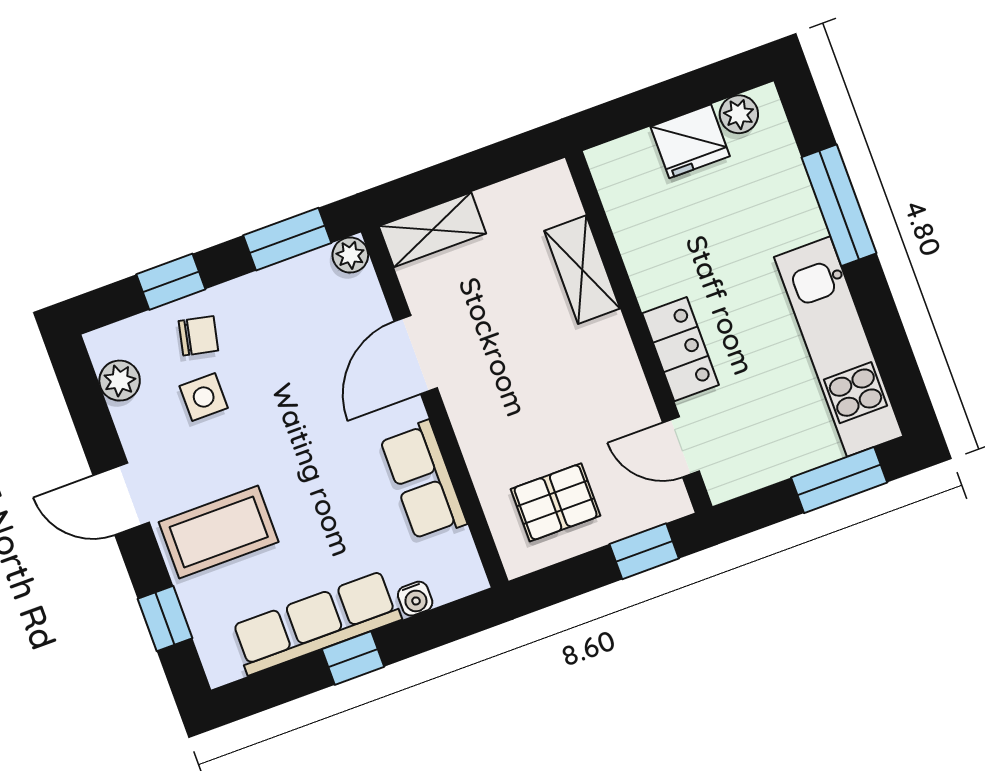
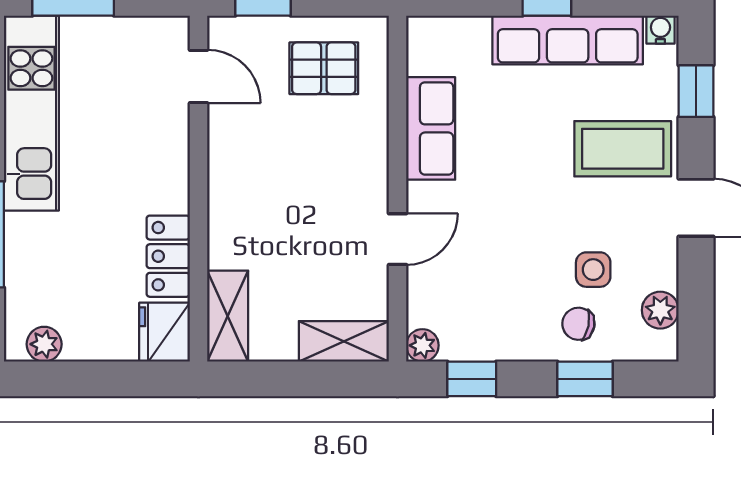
fridge: (690, 141) -> (165, 332), moved, turned -90
window: (287, 239) -> (472, 379), width x0.67
shelving: (582, 270) -> (228, 316), moved
locker: (680, 349) -> (168, 256), moved
door: (416, 355) -> (398, 239), width x0.73
water cooler: (415, 599) -> (660, 30), moved

